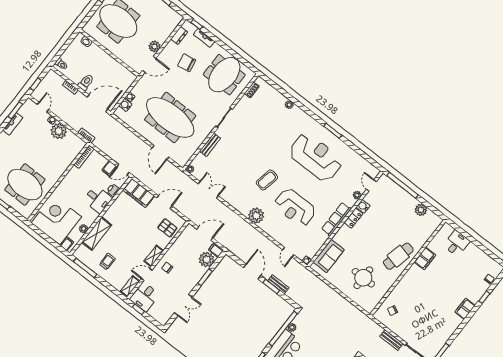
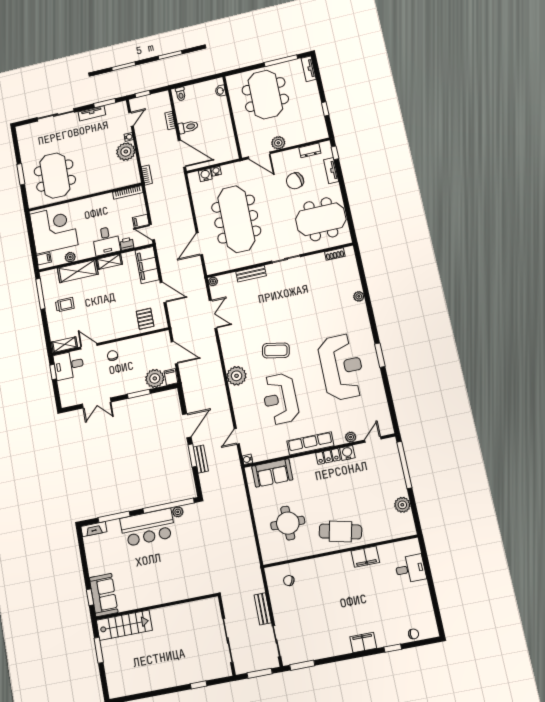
chair: (187, 63) -> (295, 181), turned -97
shelving: (154, 256) -> (109, 262), moved

